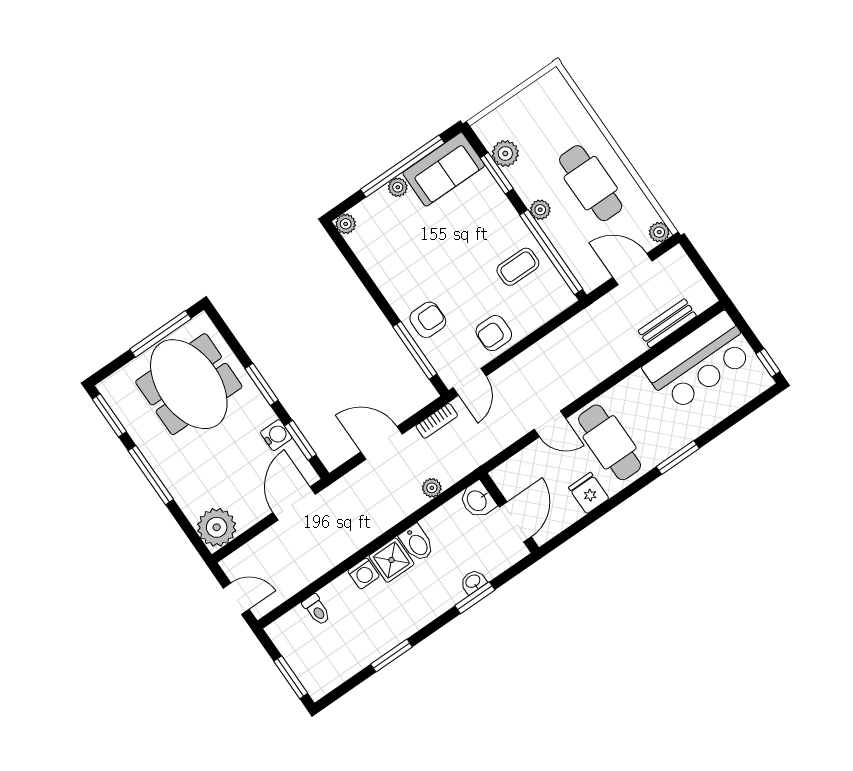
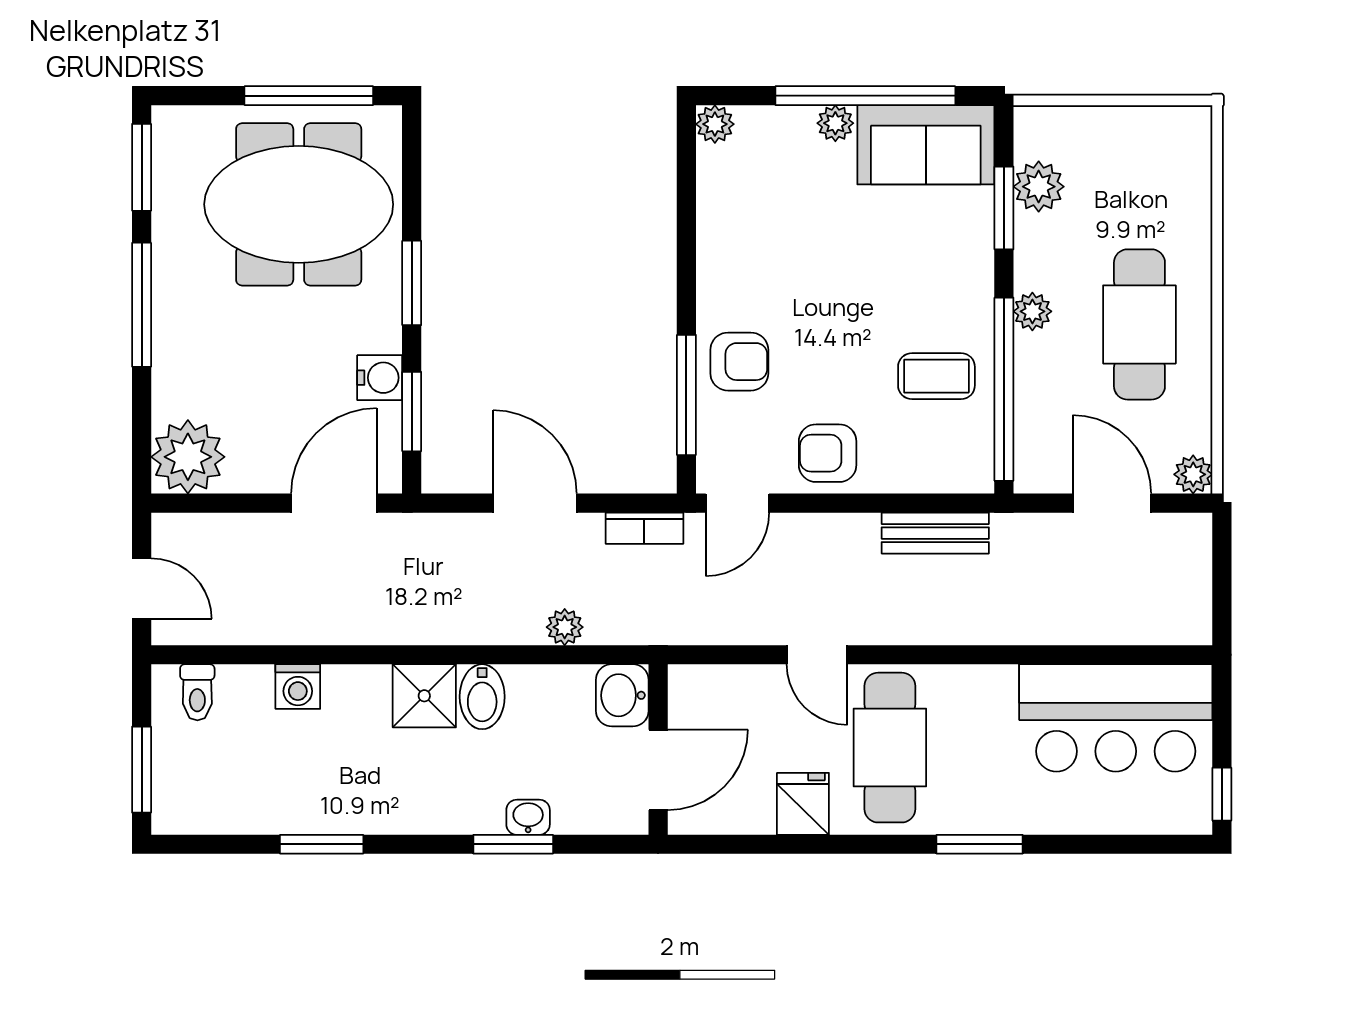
bench: (667, 323) -> (935, 533), moved
meeting table: (189, 384) -> (299, 204), turned 90
washing machine: (364, 573) -> (298, 687), moved
toilet: (316, 610) -> (197, 692), moved

